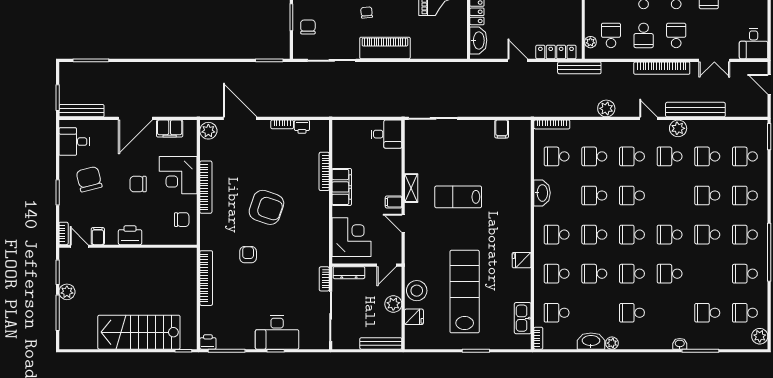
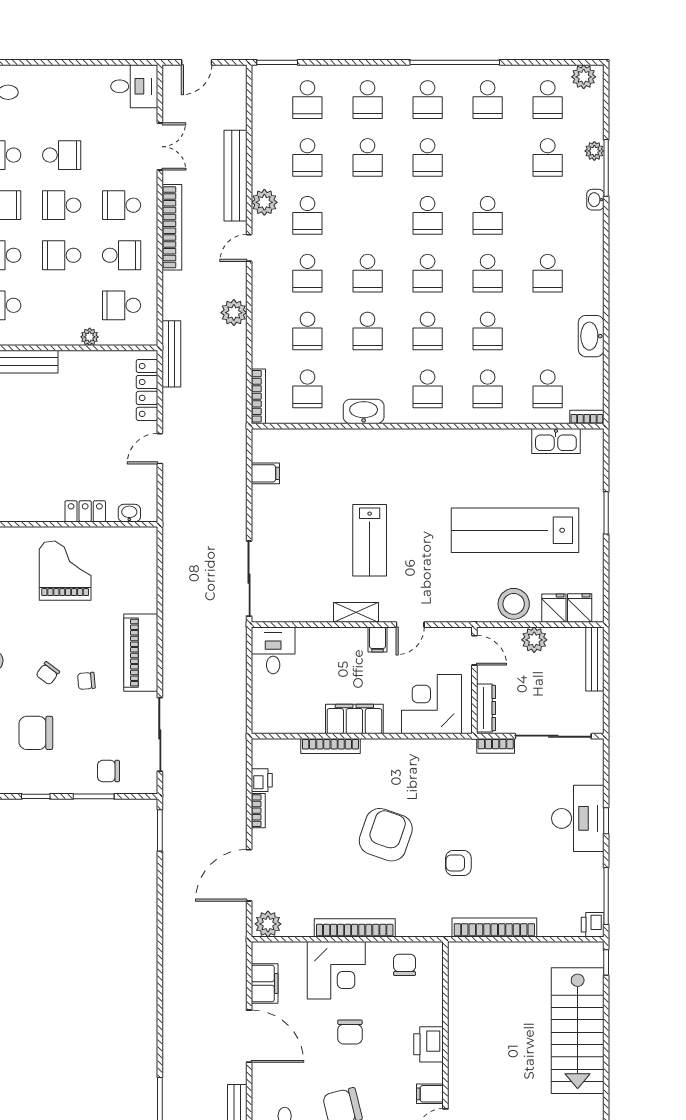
washbasin: (478, 40) -> (129, 513), width x0.52, depth x0.69
plant: (590, 42) -> (90, 337), moved
fridge: (522, 260) -> (580, 608), moved, turned 180
plant: (612, 343) -> (594, 151), moved

